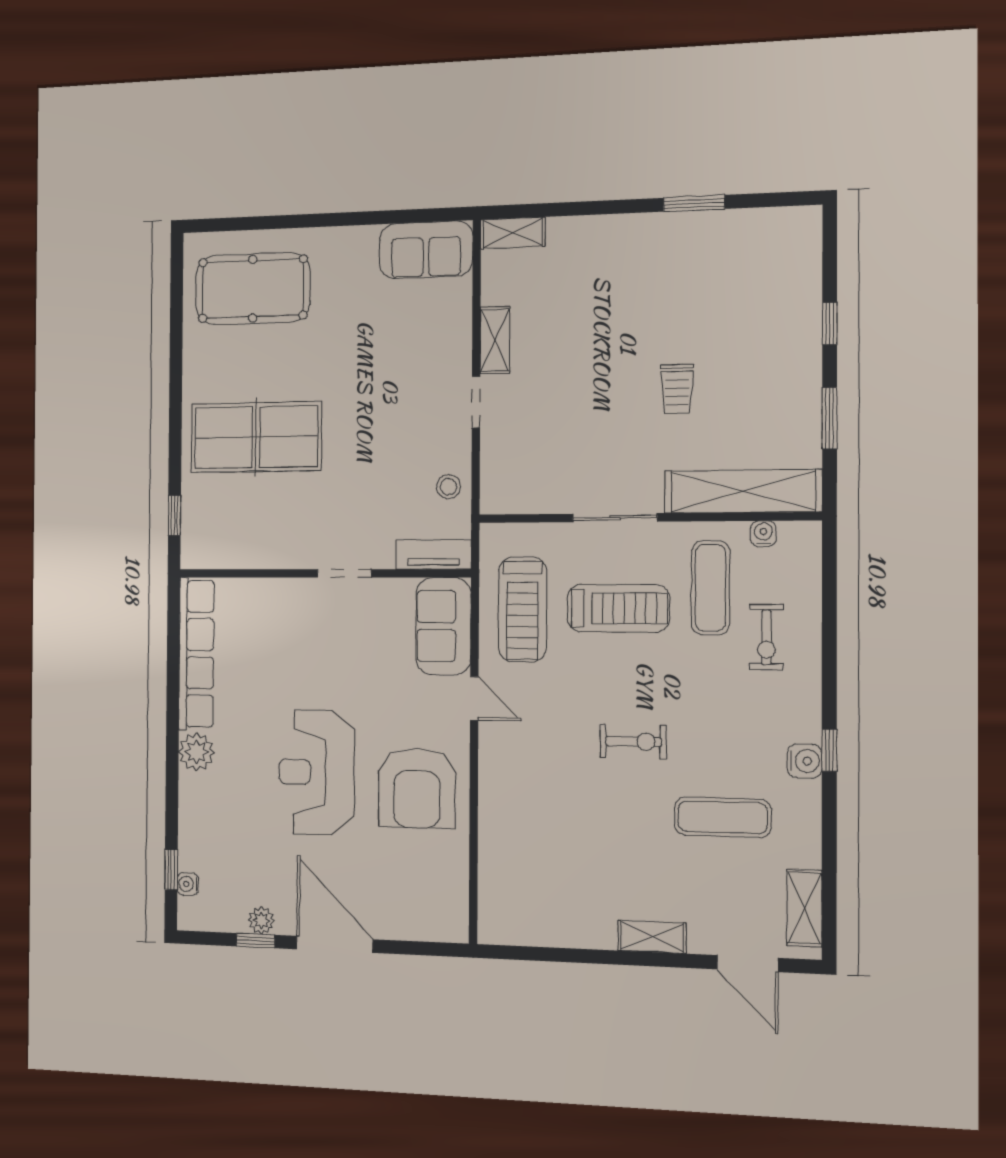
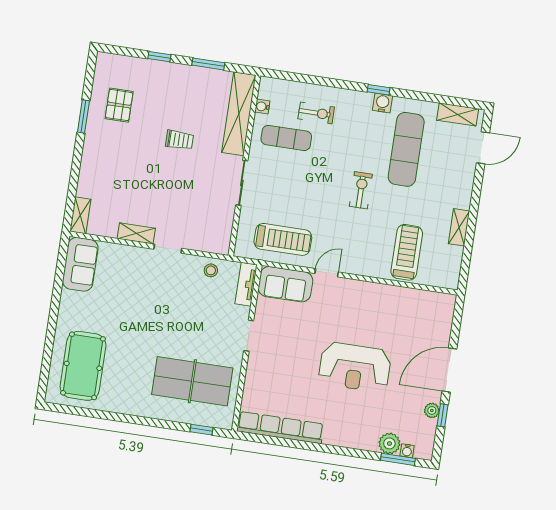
pallet: (726, 265) -> (119, 105), added
table tennis table: (256, 437) -> (192, 381), moved, turned 90
treadmill: (618, 608) -> (407, 252), moved
plant: (197, 752) -> (389, 443), moved
armchair: (417, 788) -> (370, 312), removed
exercise mat: (723, 817) -> (406, 149), width x1.36, depth x1.45
window: (171, 869) -> (398, 459), width x1.50
shelving: (652, 937) -> (459, 227), moved

